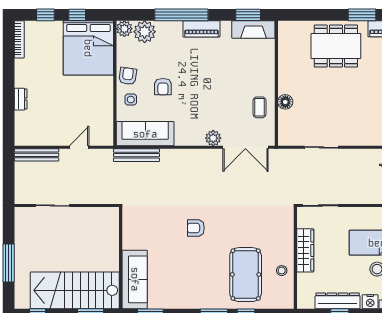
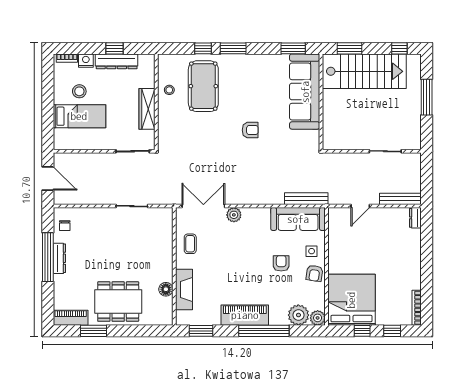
piano: (202, 29) -> (245, 315), width x1.37, depth x1.33
fireplace: (253, 30) -> (184, 290), moved, turned 90
dresser: (21, 99) -> (415, 218), moved
floor lamp: (285, 102) -> (166, 289), moved
sofa: (135, 279) -> (305, 92), width x1.36, depth x1.27

